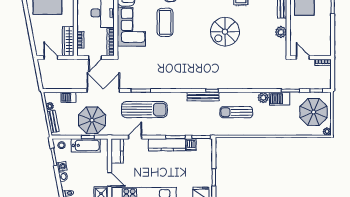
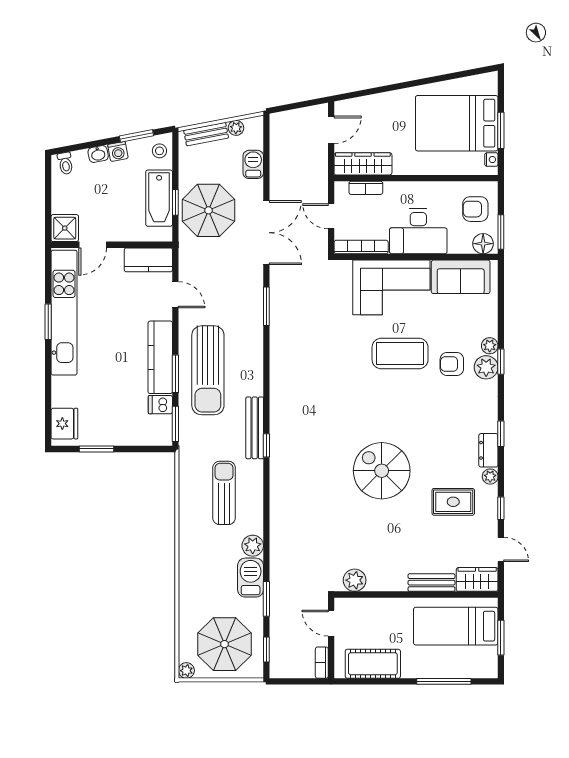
plant: (281, 32) -> (355, 580), moved
cot: (324, 36) -> (373, 664), added
door: (303, 58) -> (331, 623), swing flipped
sun lounger: (144, 110) -> (208, 370), moved

